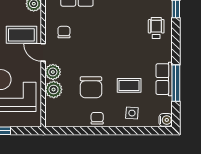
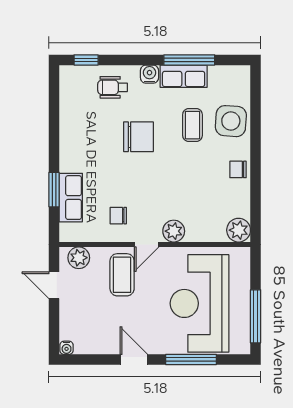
chair: (91, 87) -> (138, 137), moved
plant: (54, 89) -> (239, 230), moved
side table: (132, 113) -> (231, 121), width x1.87, depth x1.87
water cooler: (166, 120) -> (149, 74), moved

